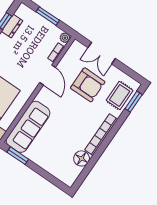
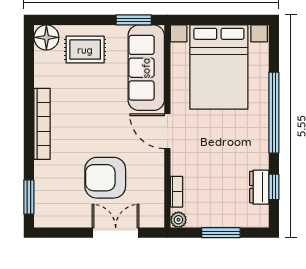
door: (48, 75) -> (167, 131), moved
rug: (120, 95) -> (85, 50), moved, turned 90
floor lamp: (82, 158) -> (46, 37), moved

